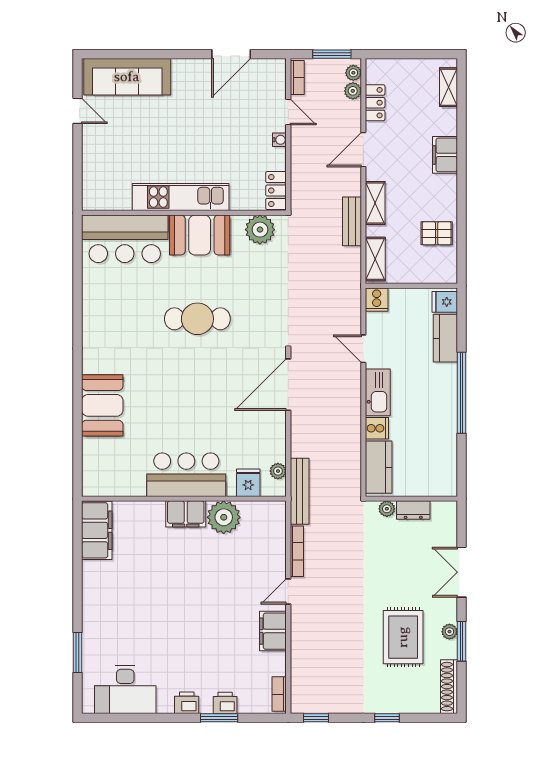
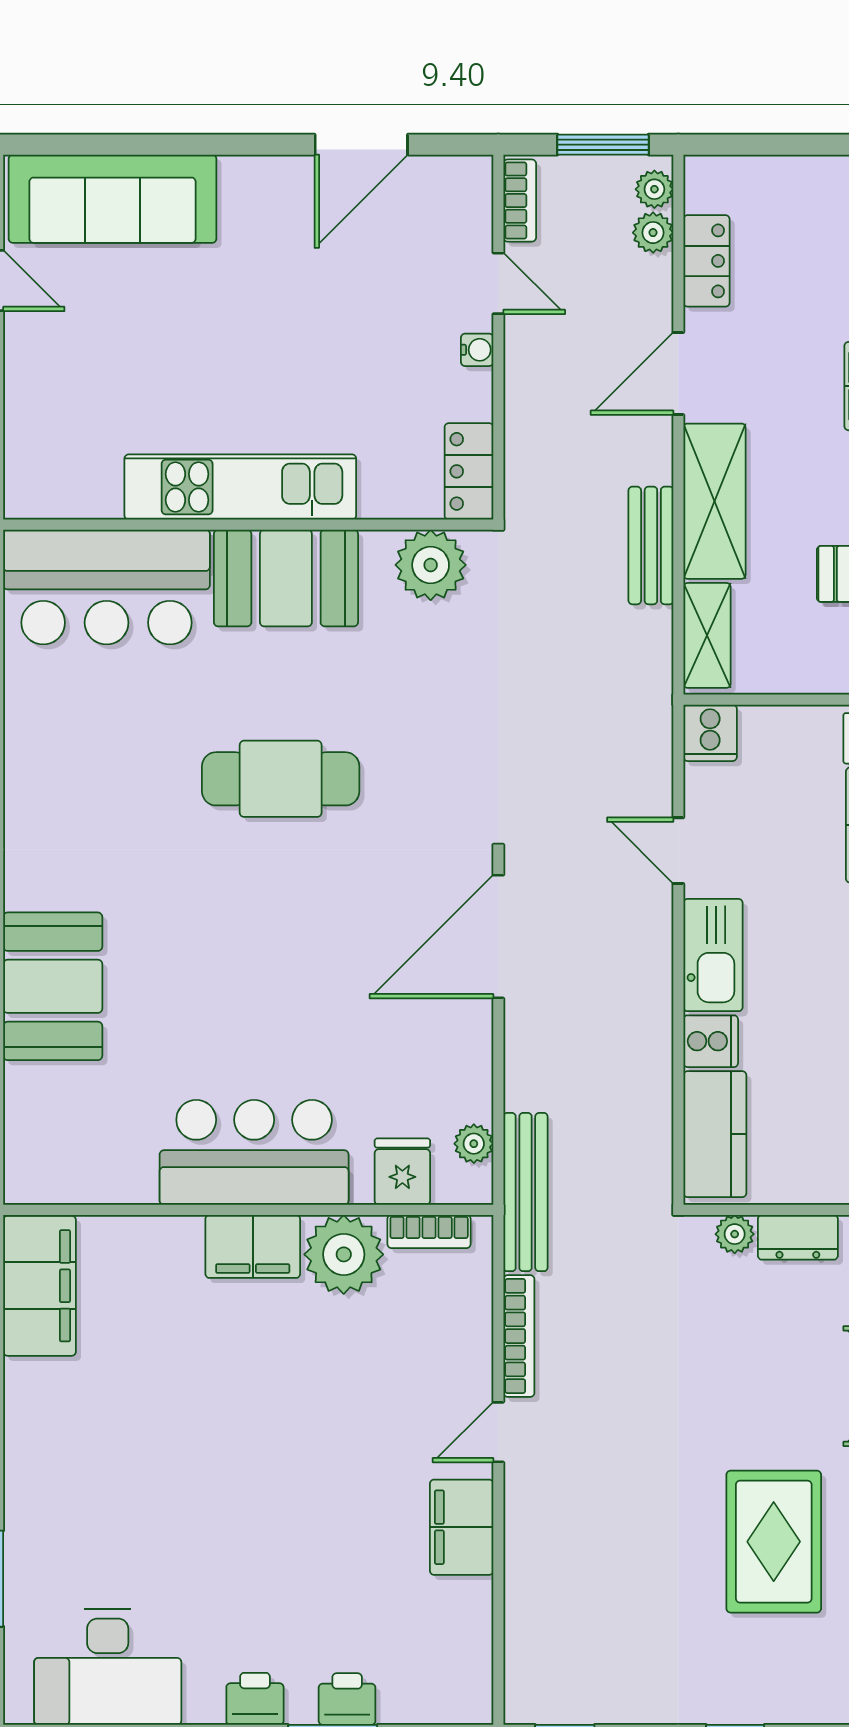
shelving: (375, 203) -> (714, 501), width x1.50, depth x1.33
bookcase: (279, 694) -> (429, 1231), moved, turned -90

